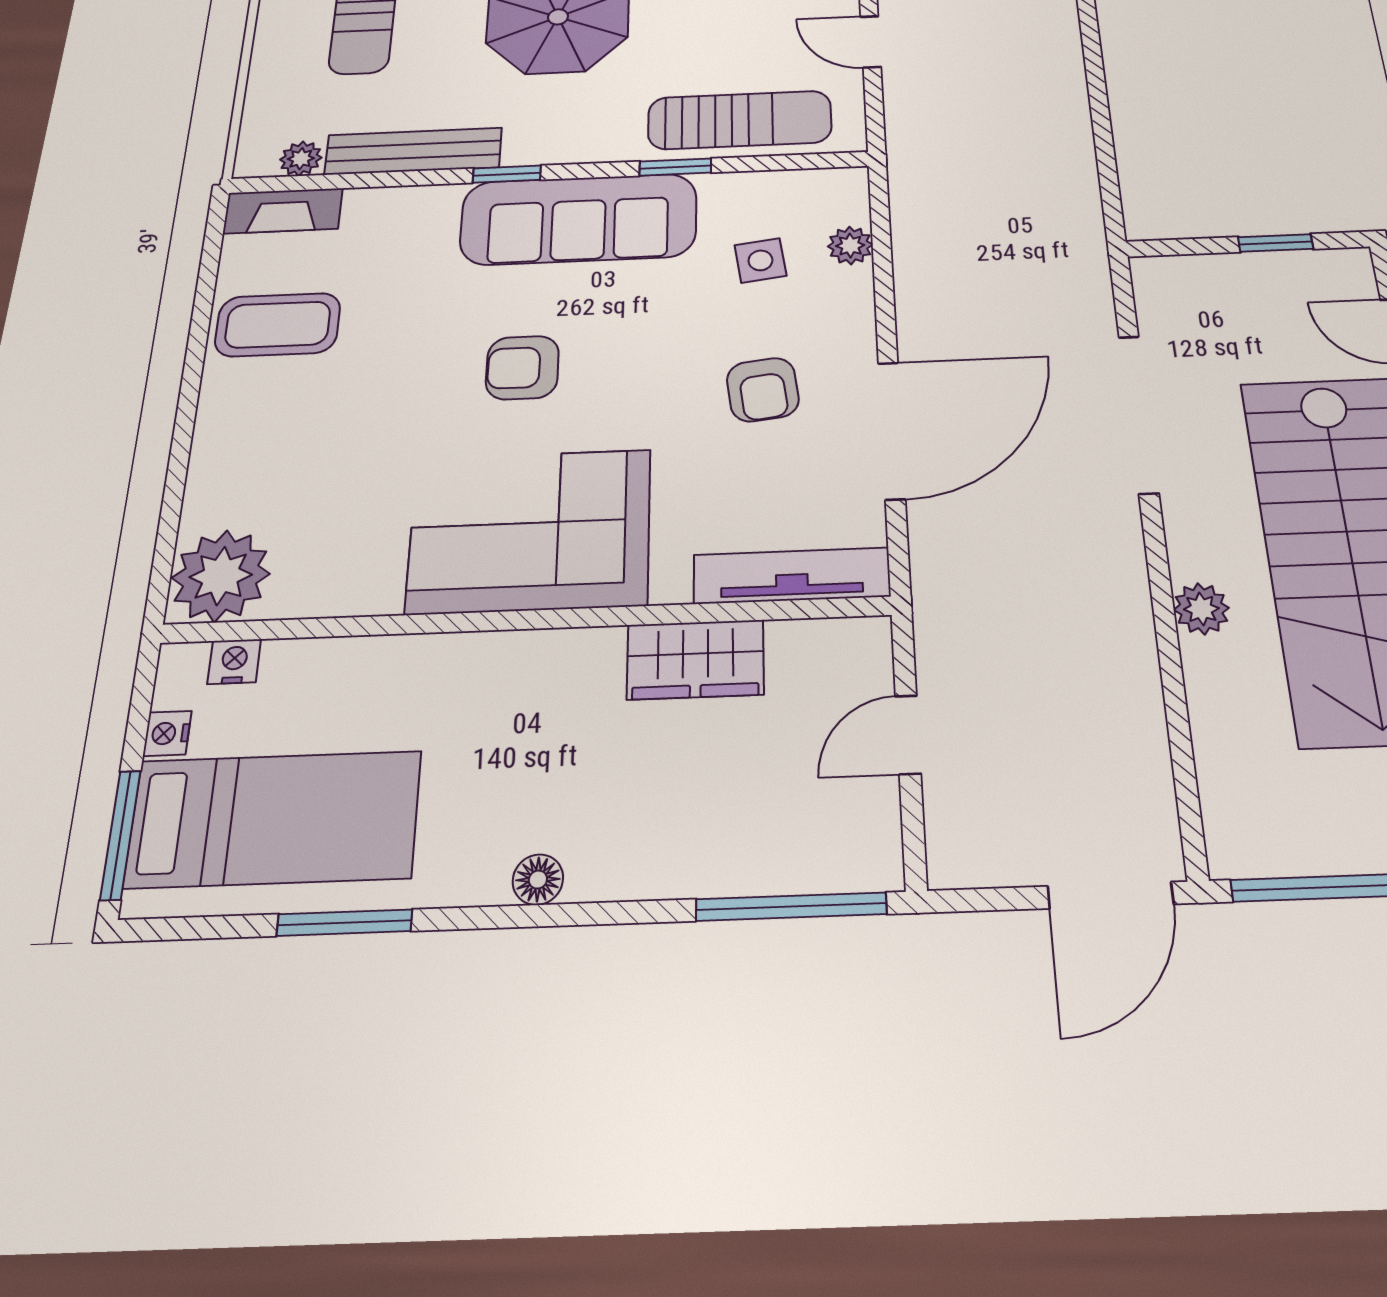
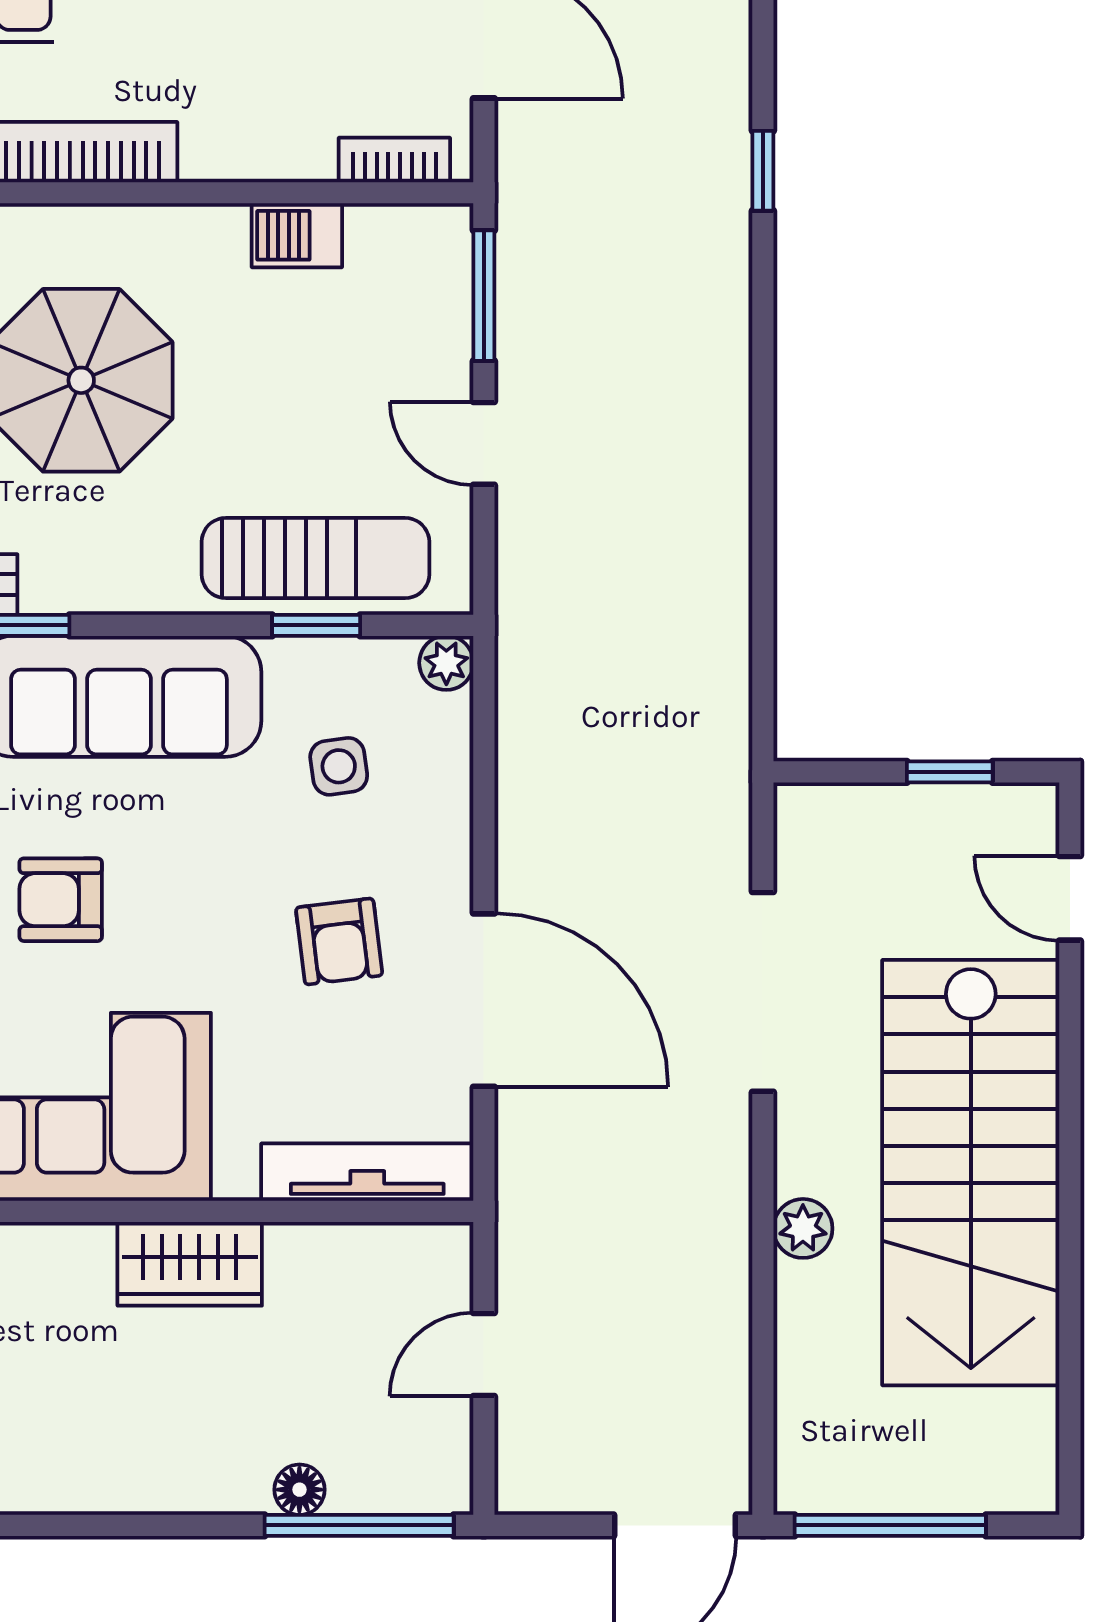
window: (675, 167) -> (316, 625), moved
plant: (850, 246) -> (446, 663), moved
door: (892, 430) -> (484, 1000), hinge flipped
wardrobe: (695, 660) -> (190, 1264), moved
floor lamp: (538, 880) -> (299, 1490), moved

